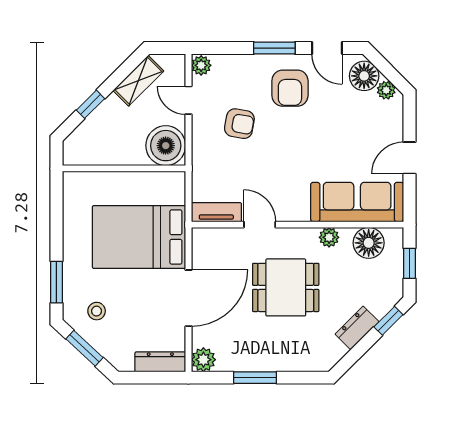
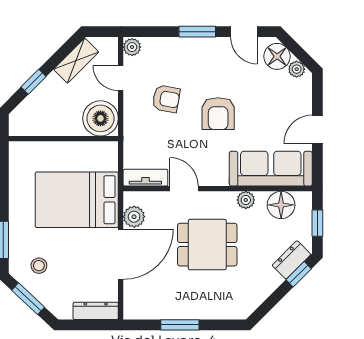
armchair: (290, 88) -> (218, 114), moved
dresser: (357, 328) -> (291, 260), moved
plant: (203, 360) -> (134, 217), moved

